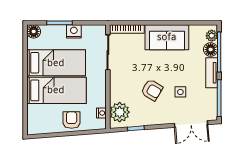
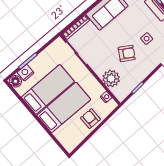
nightstand: (74, 31) -> (26, 73), moved
plant: (120, 112) -> (111, 78), moved

